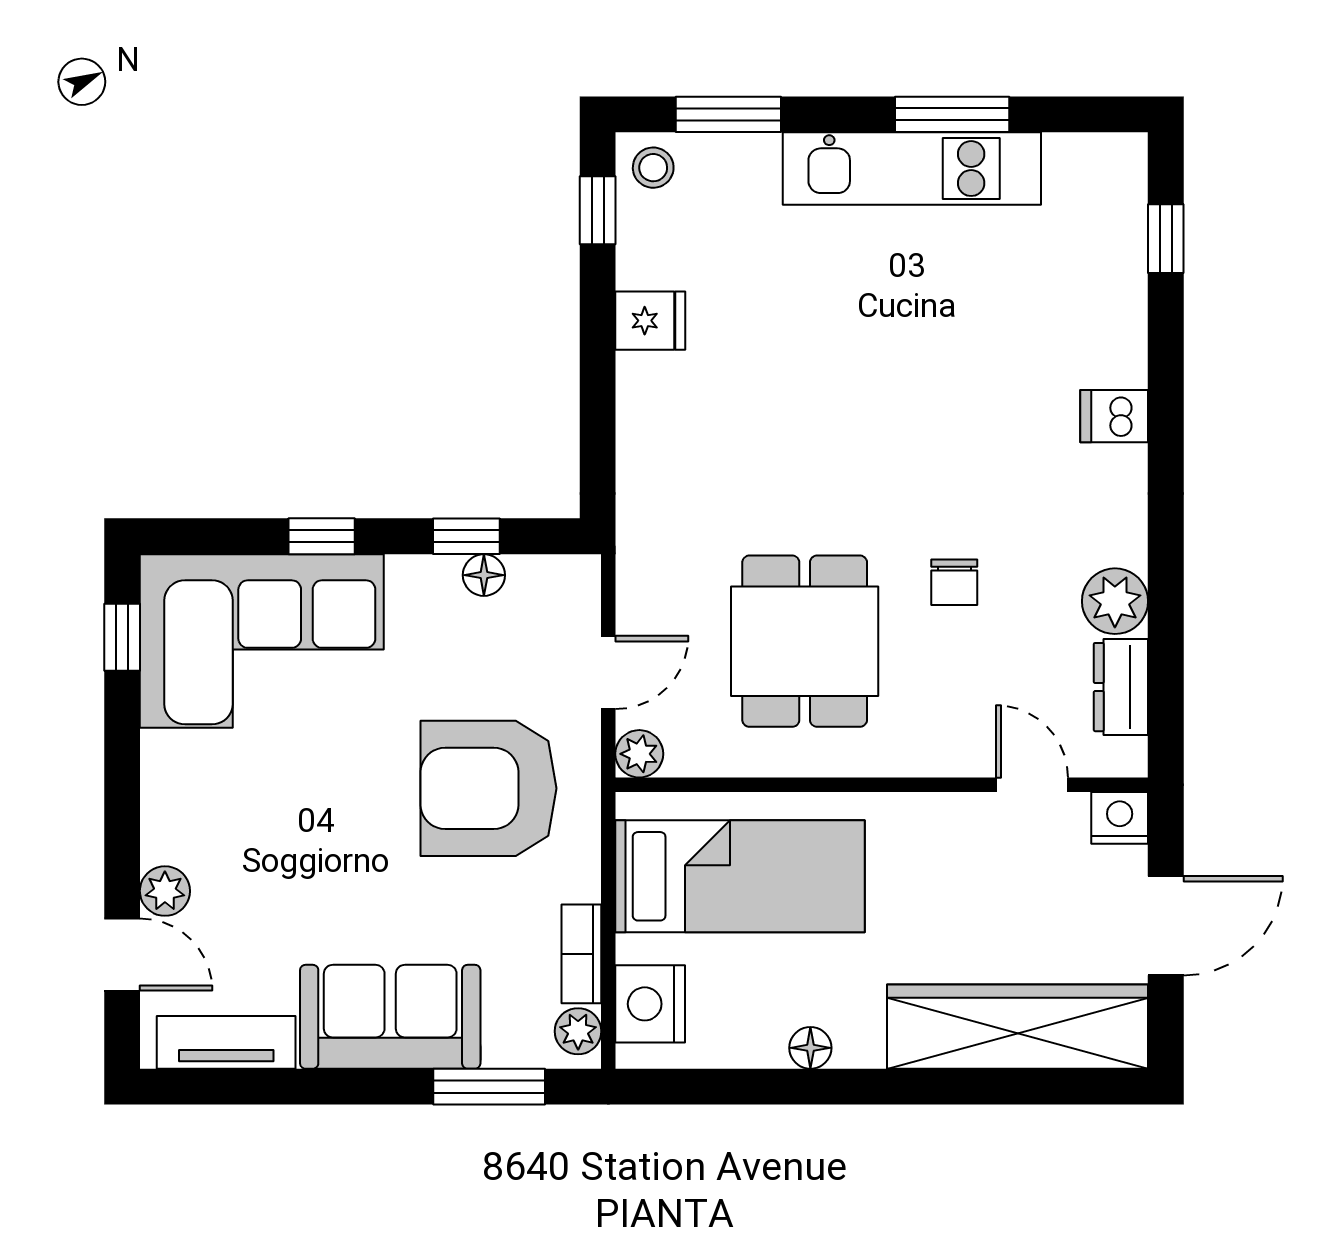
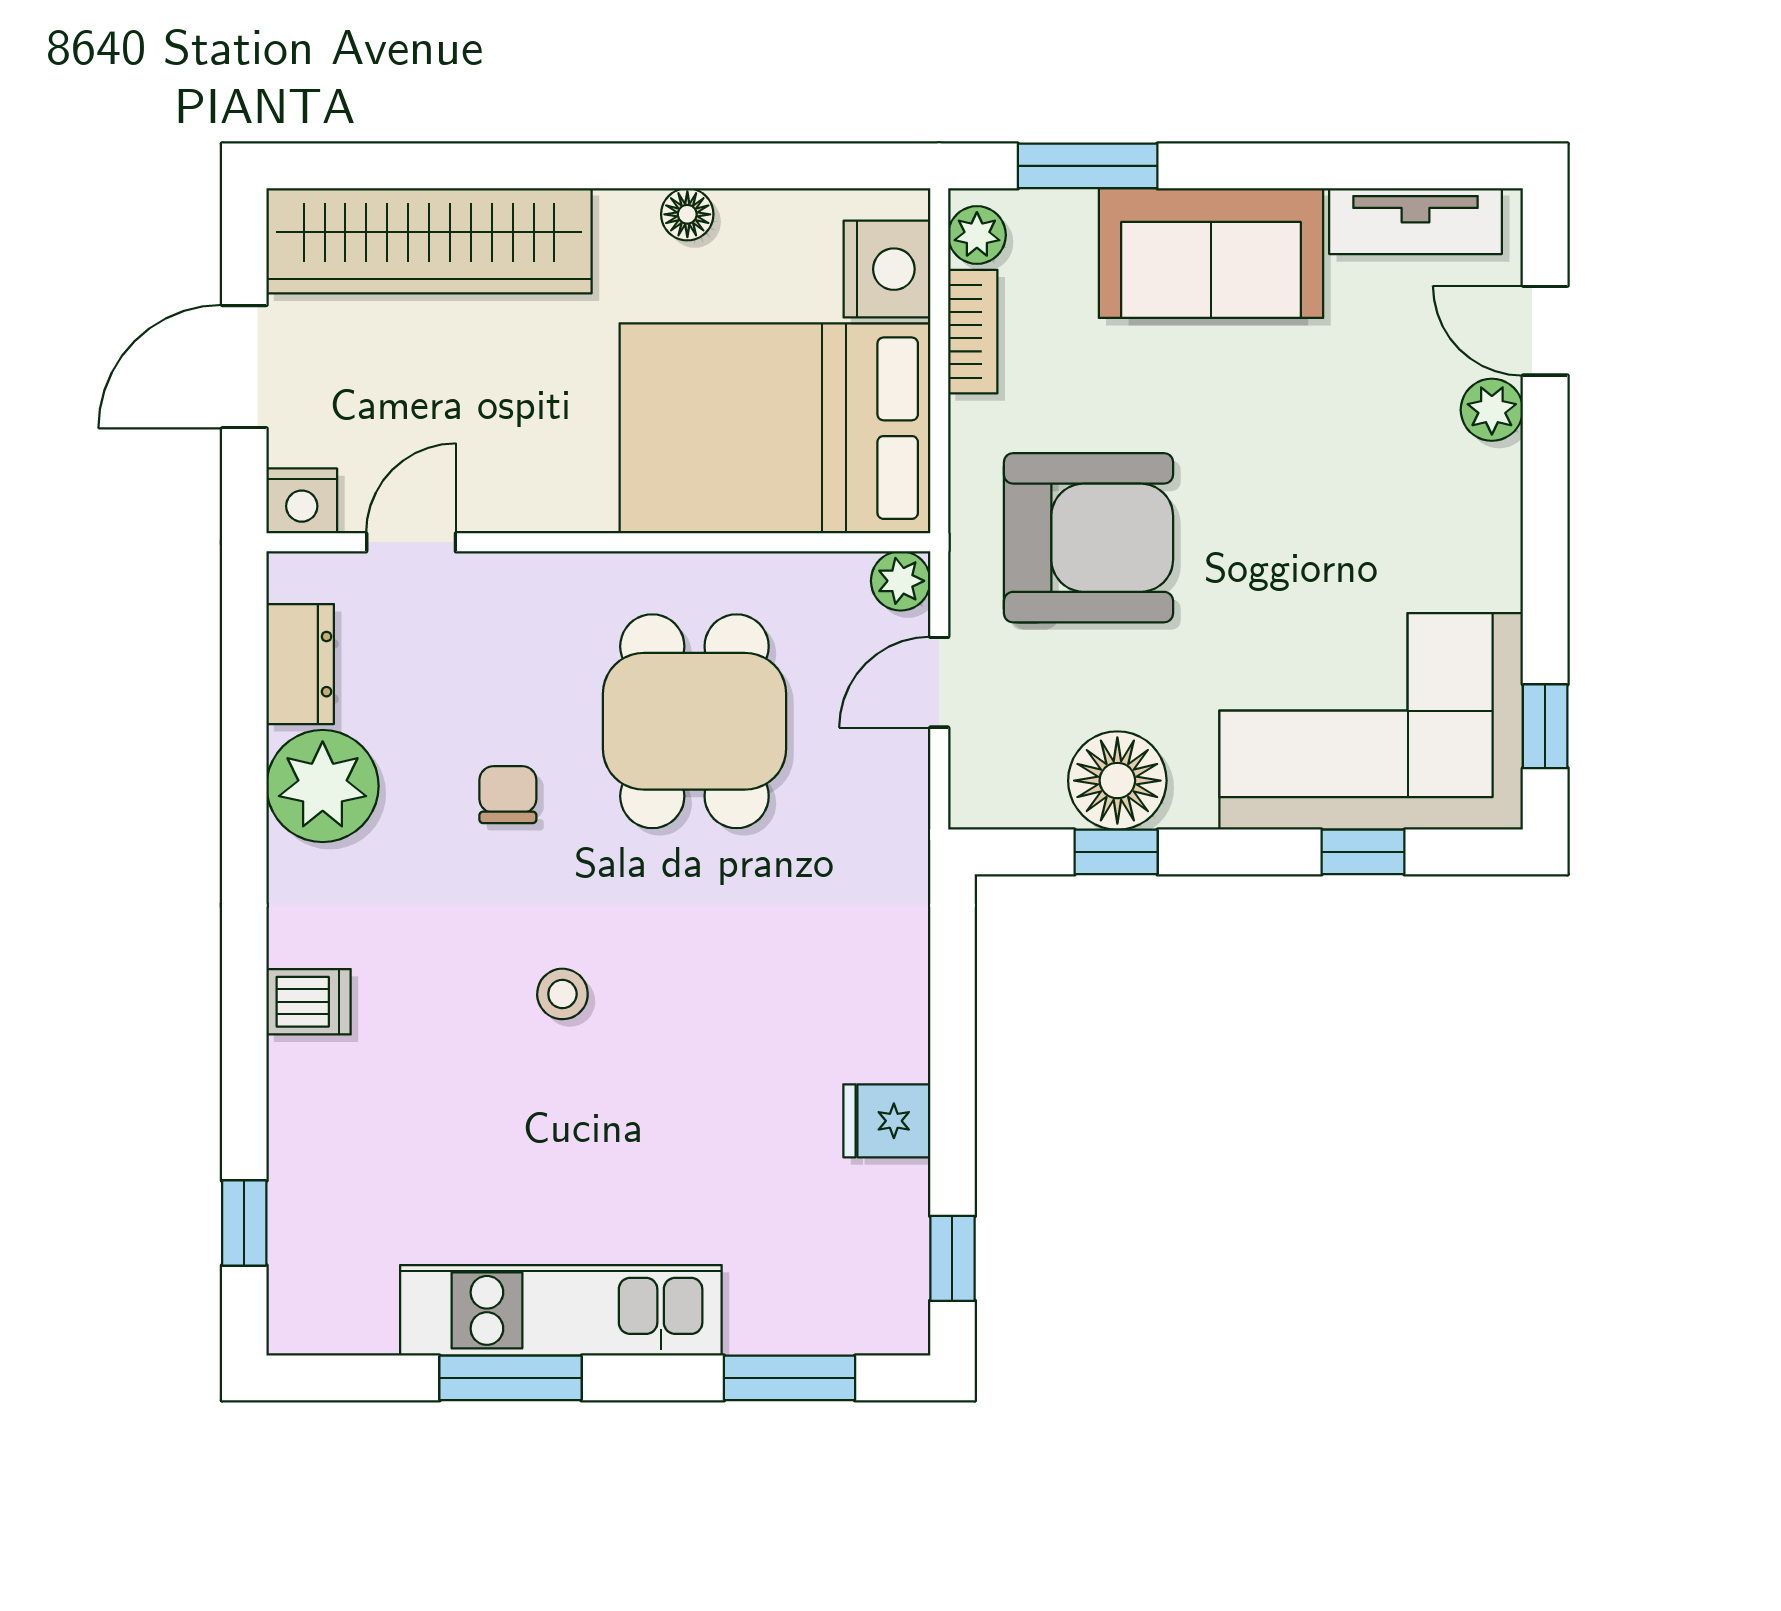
stool: (653, 168) -> (562, 994), moved
window: (322, 536) -> (1363, 852), moved
floor lamp: (484, 575) -> (1117, 781), width x1.89, depth x1.89
plant: (1115, 601) -> (323, 786), width x1.36, depth x1.36
door: (1032, 785) -> (411, 542), swing flipped
bed: (740, 876) -> (775, 428), width x1.50

